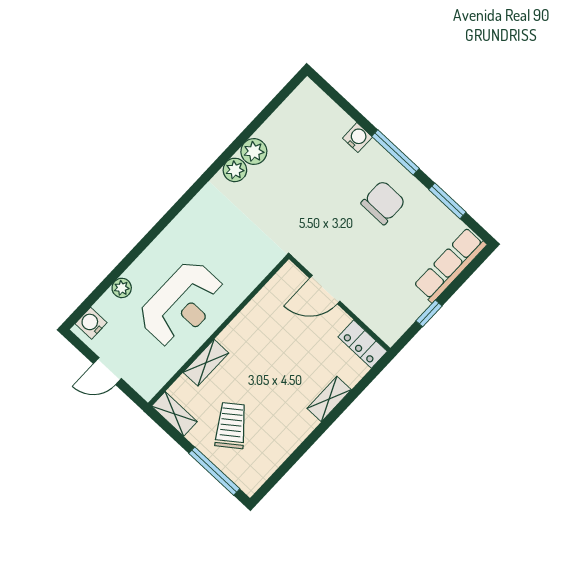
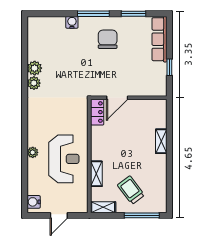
plant: (122, 288) -> (33, 152), moved
locker: (363, 344) -> (97, 112), moved, turned -90

